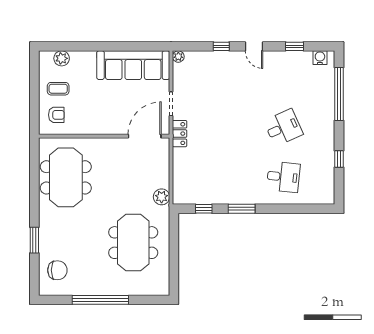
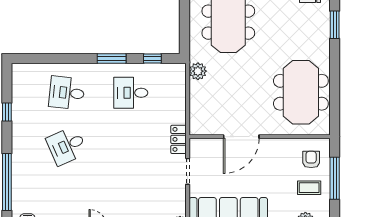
window: (34, 97) -> (335, 178), added
armchair: (56, 115) -> (311, 159), turned 90
door: (145, 136) -> (241, 137), moved
desk: (224, 177) -> (131, 93), added

